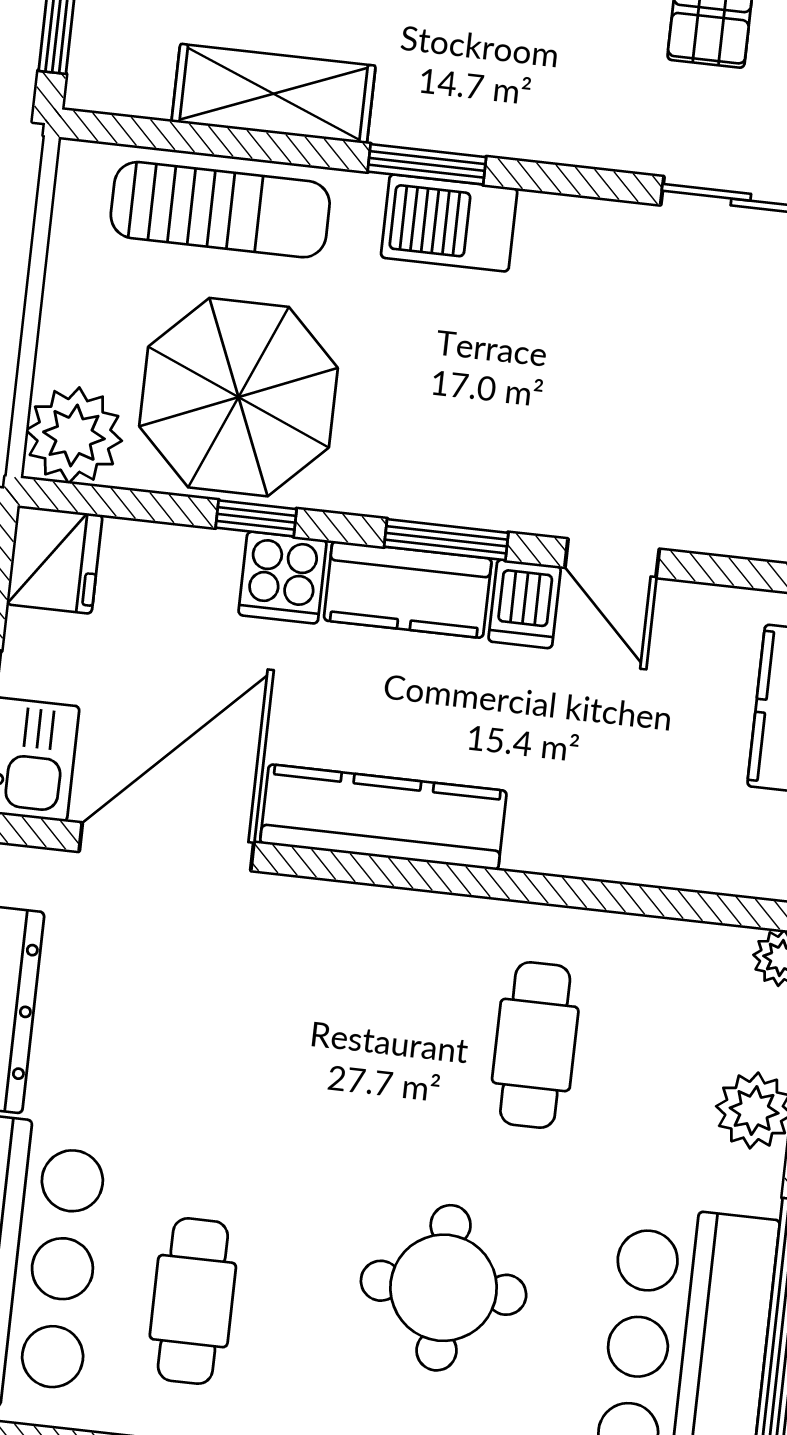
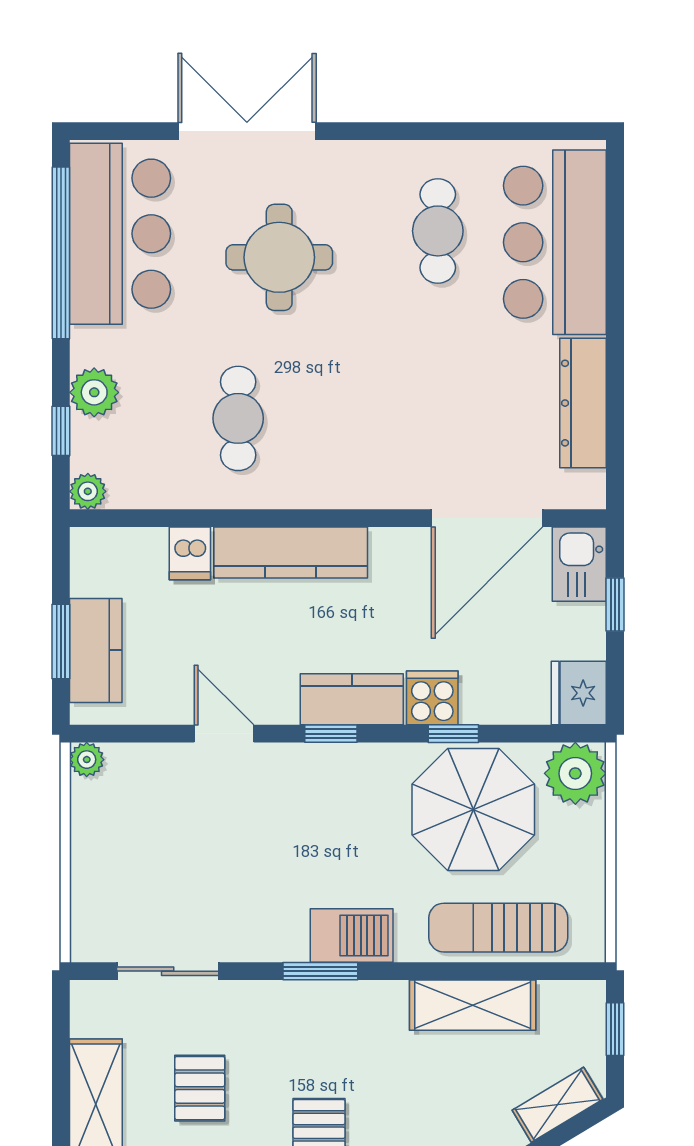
window: (427, 164) -> (320, 971), moved
window: (446, 540) -> (331, 734), width x0.67
dishwasher: (525, 604) -> (190, 553), moved, turned 180
kitchen counter: (383, 817) -> (291, 553), moved

